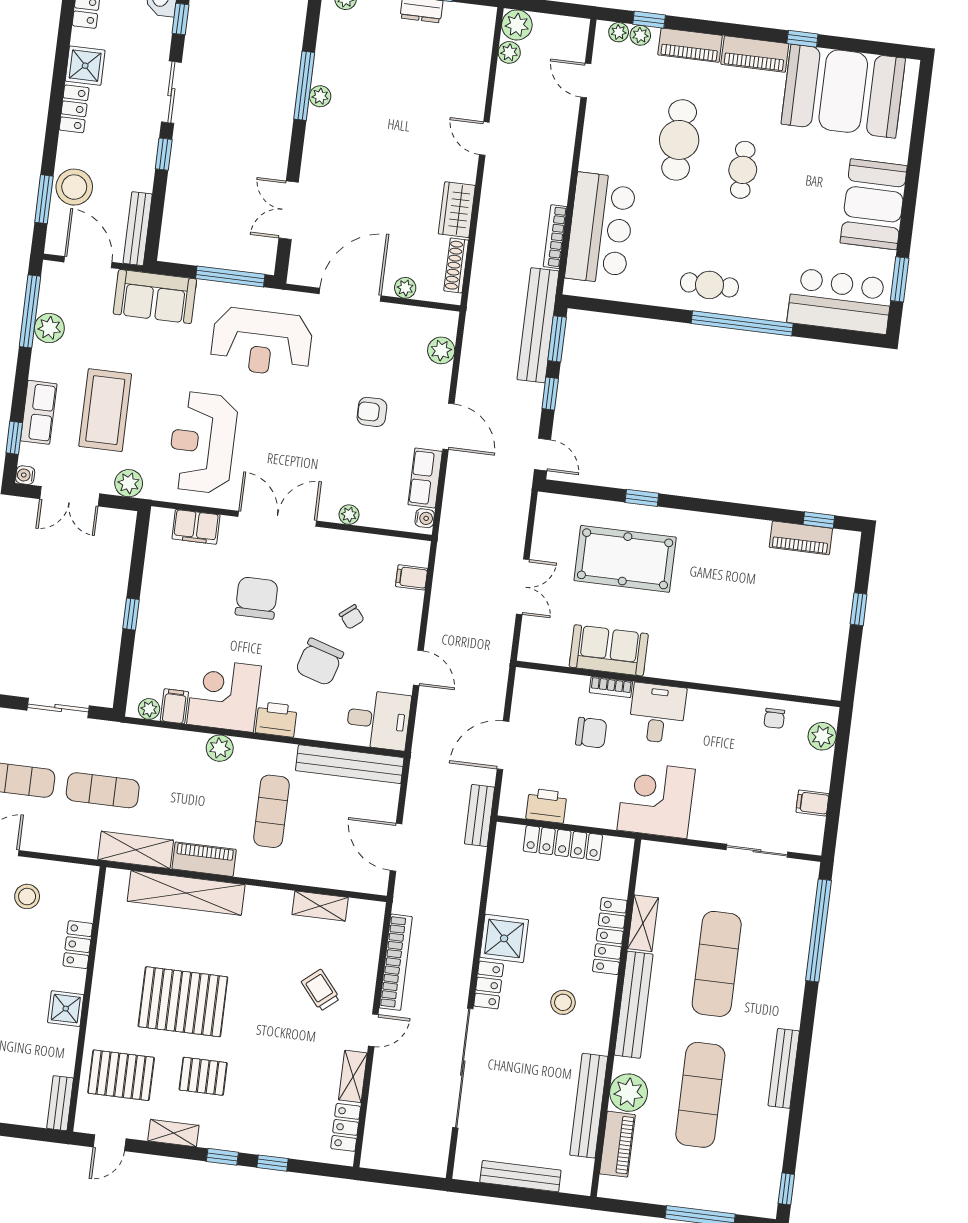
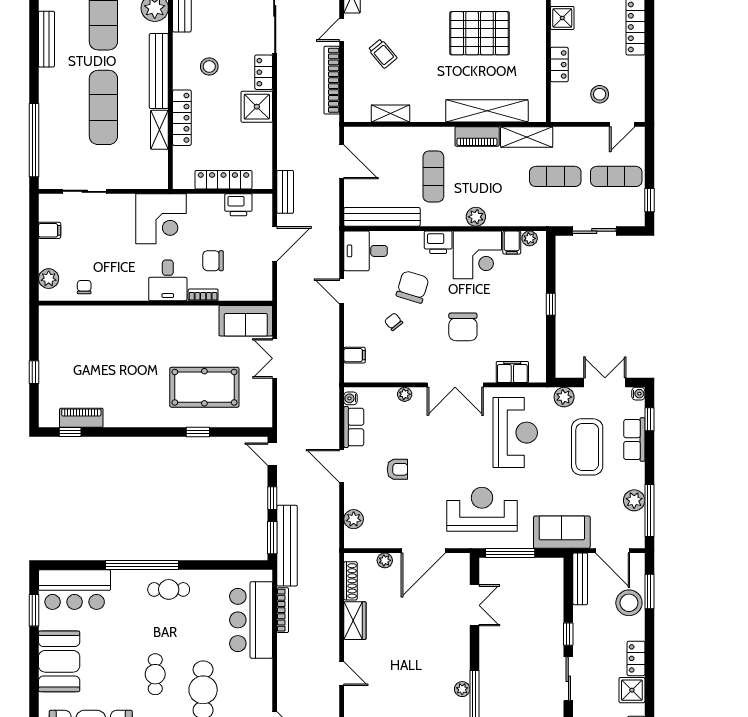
sofa: (609, 650) -> (246, 321), moved

